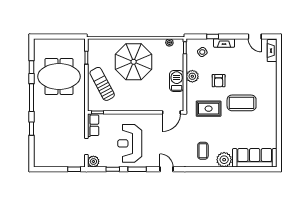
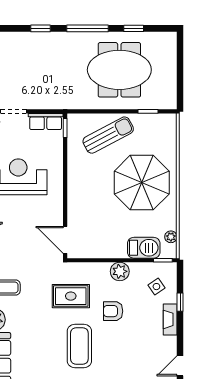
meeting table: (59, 77) -> (119, 70), turned 90
barbecue: (177, 81) -> (144, 248), moved
rug: (209, 109) -> (71, 296), turned 90

